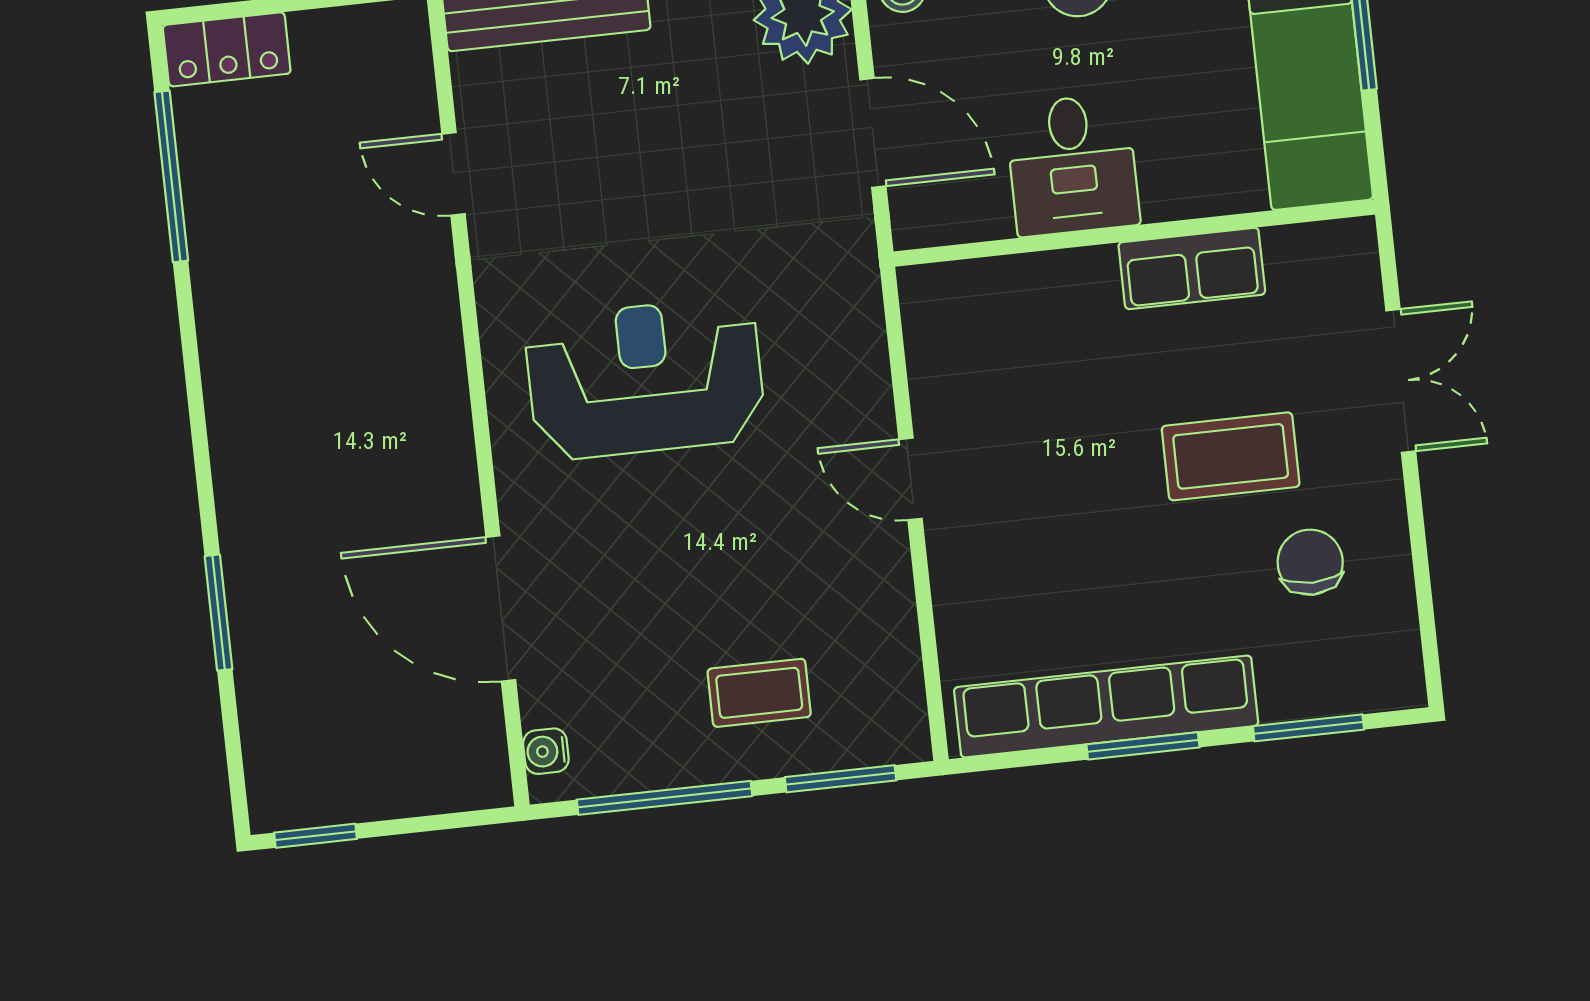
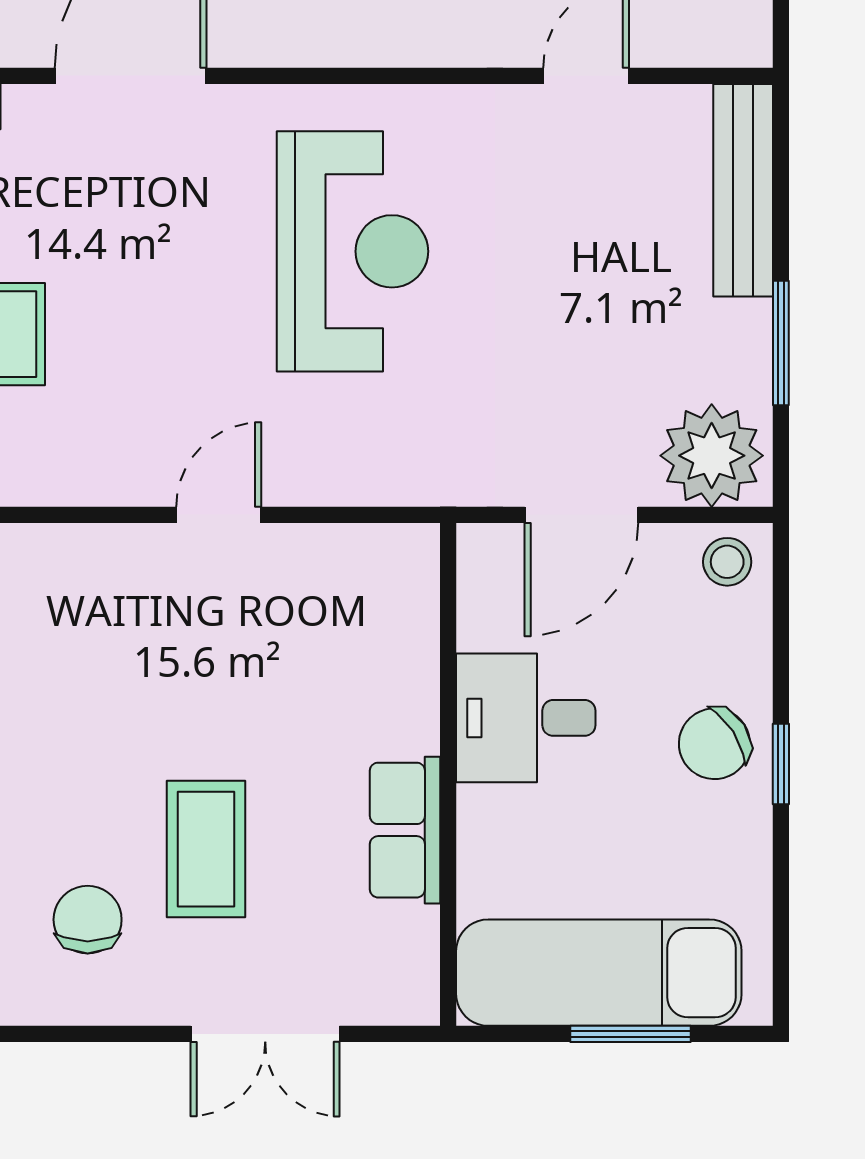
chair: (1310, 562) -> (88, 920), turned -90

